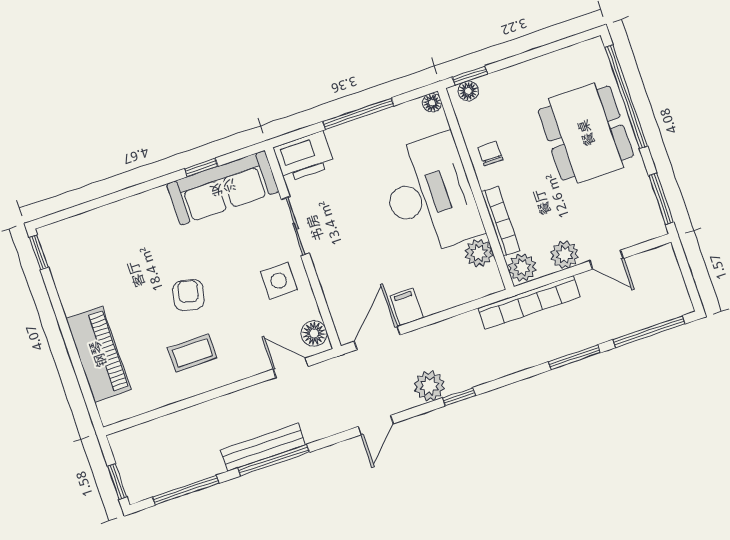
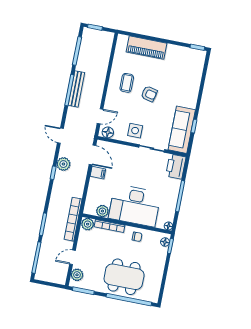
plant: (565, 255) -> (77, 275), moved

